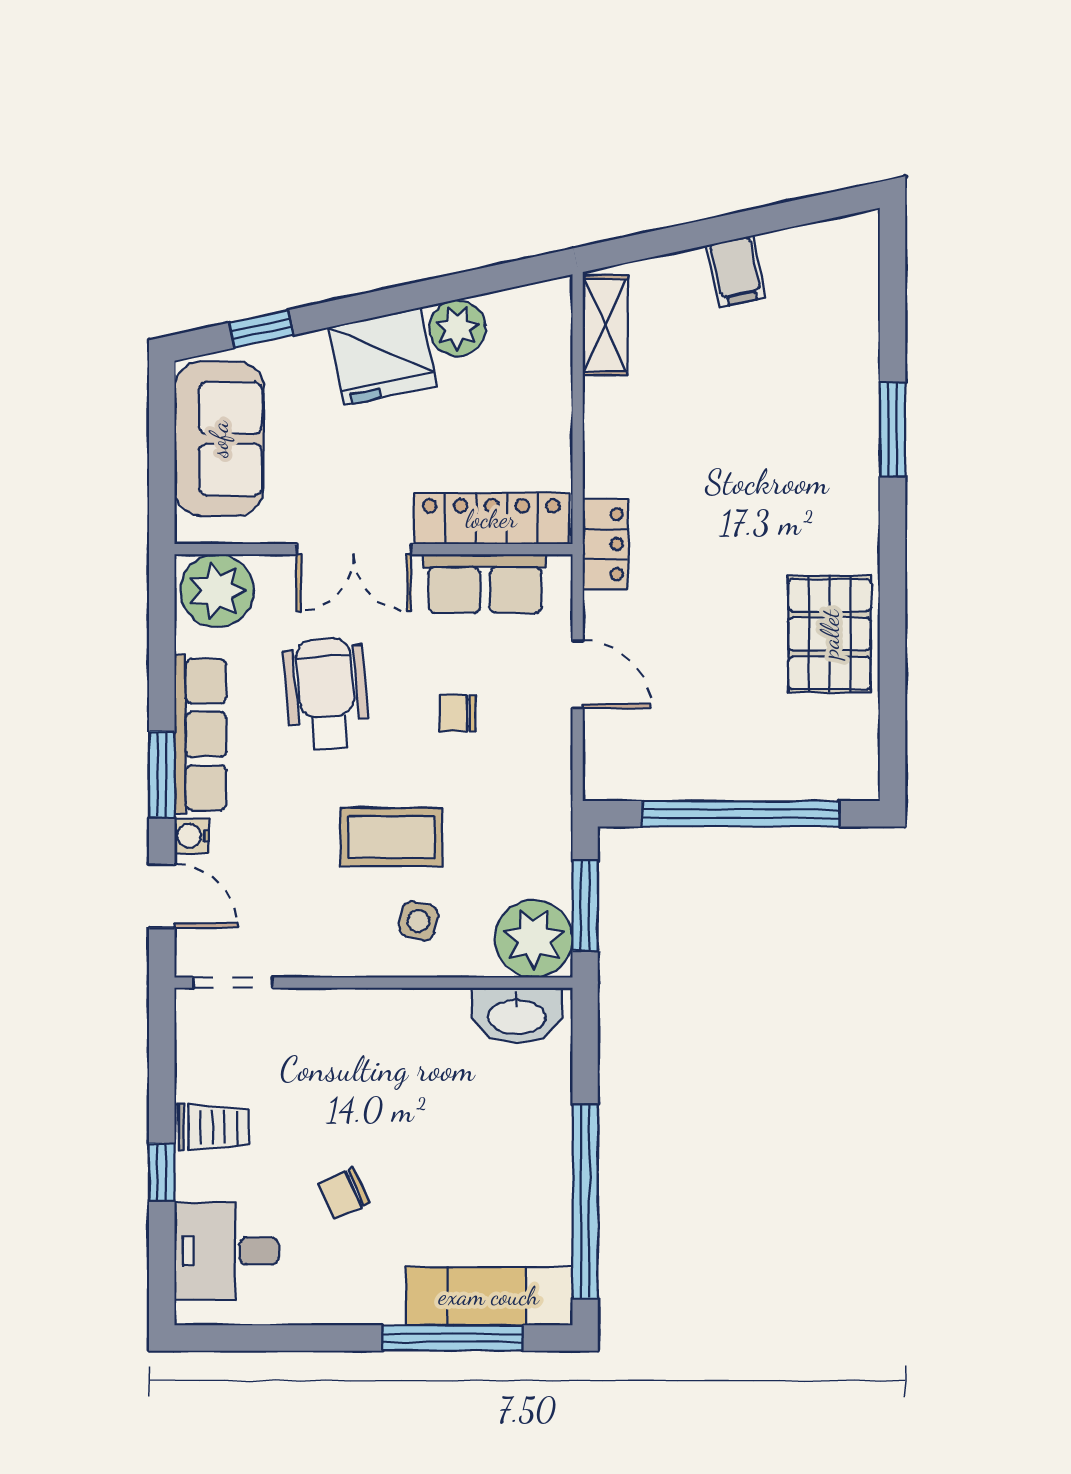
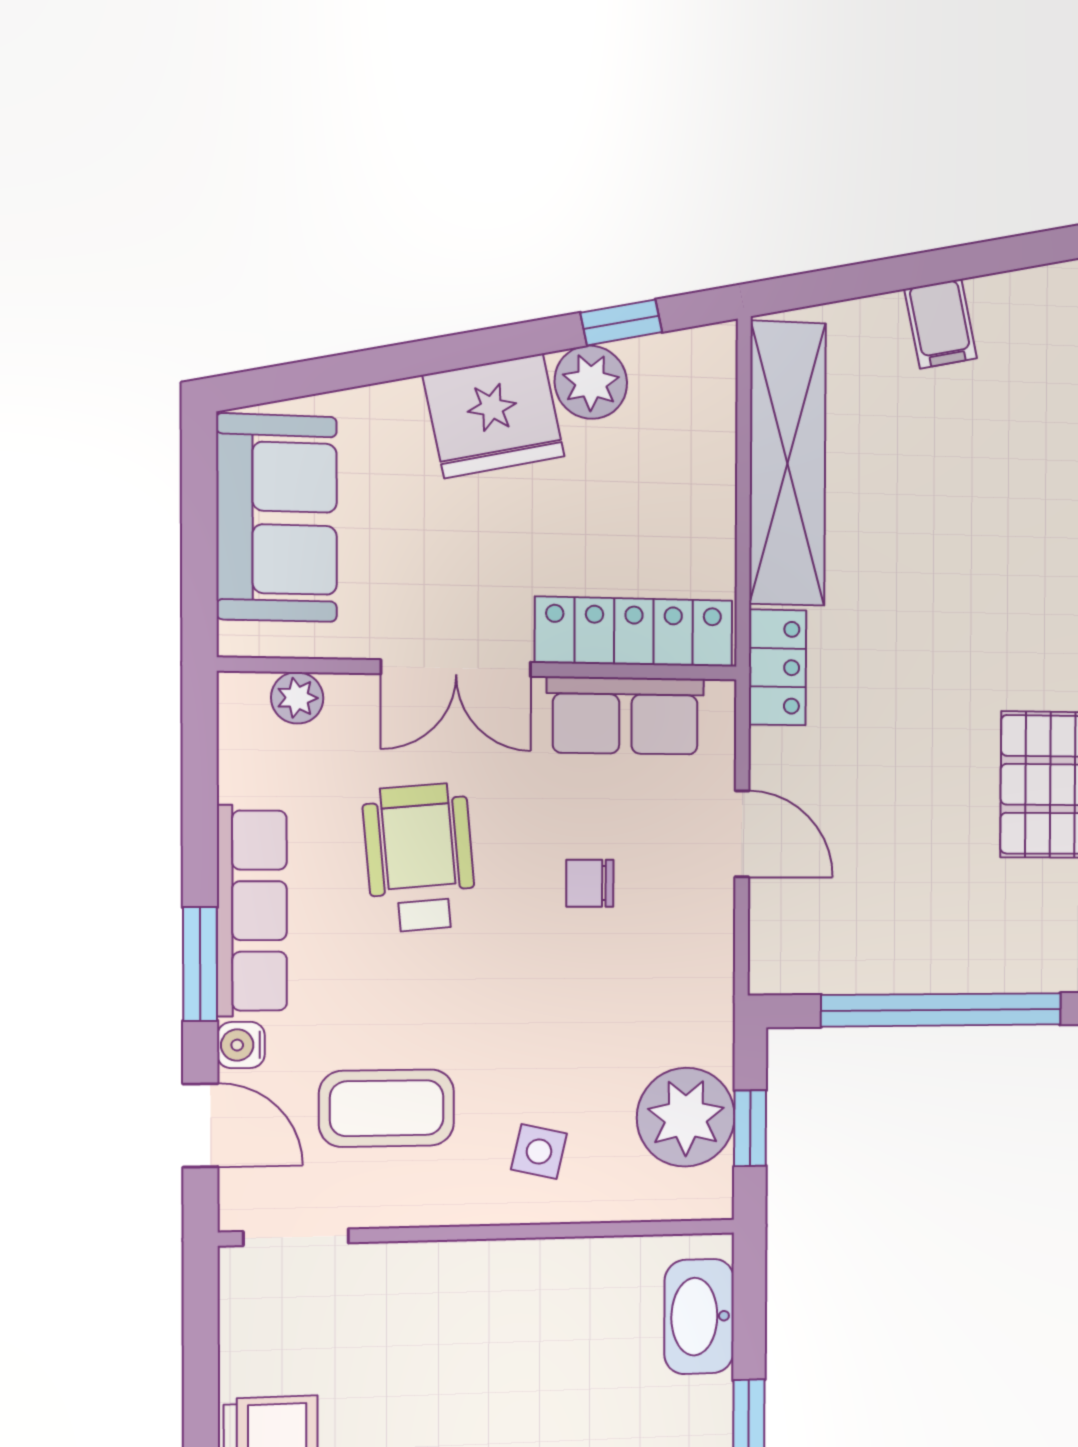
shelving: (605, 325) -> (788, 464), width x2.20, depth x1.33
window: (261, 329) -> (621, 322), moved
plant: (217, 591) -> (297, 698), width x0.53, depth x0.53
coffee table: (391, 837) -> (387, 1108), moved
window: (585, 906) -> (750, 1128), width x0.67
plant: (534, 939) -> (686, 1117), moved
washbasin: (517, 1015) -> (699, 1316), moved, turned 90

